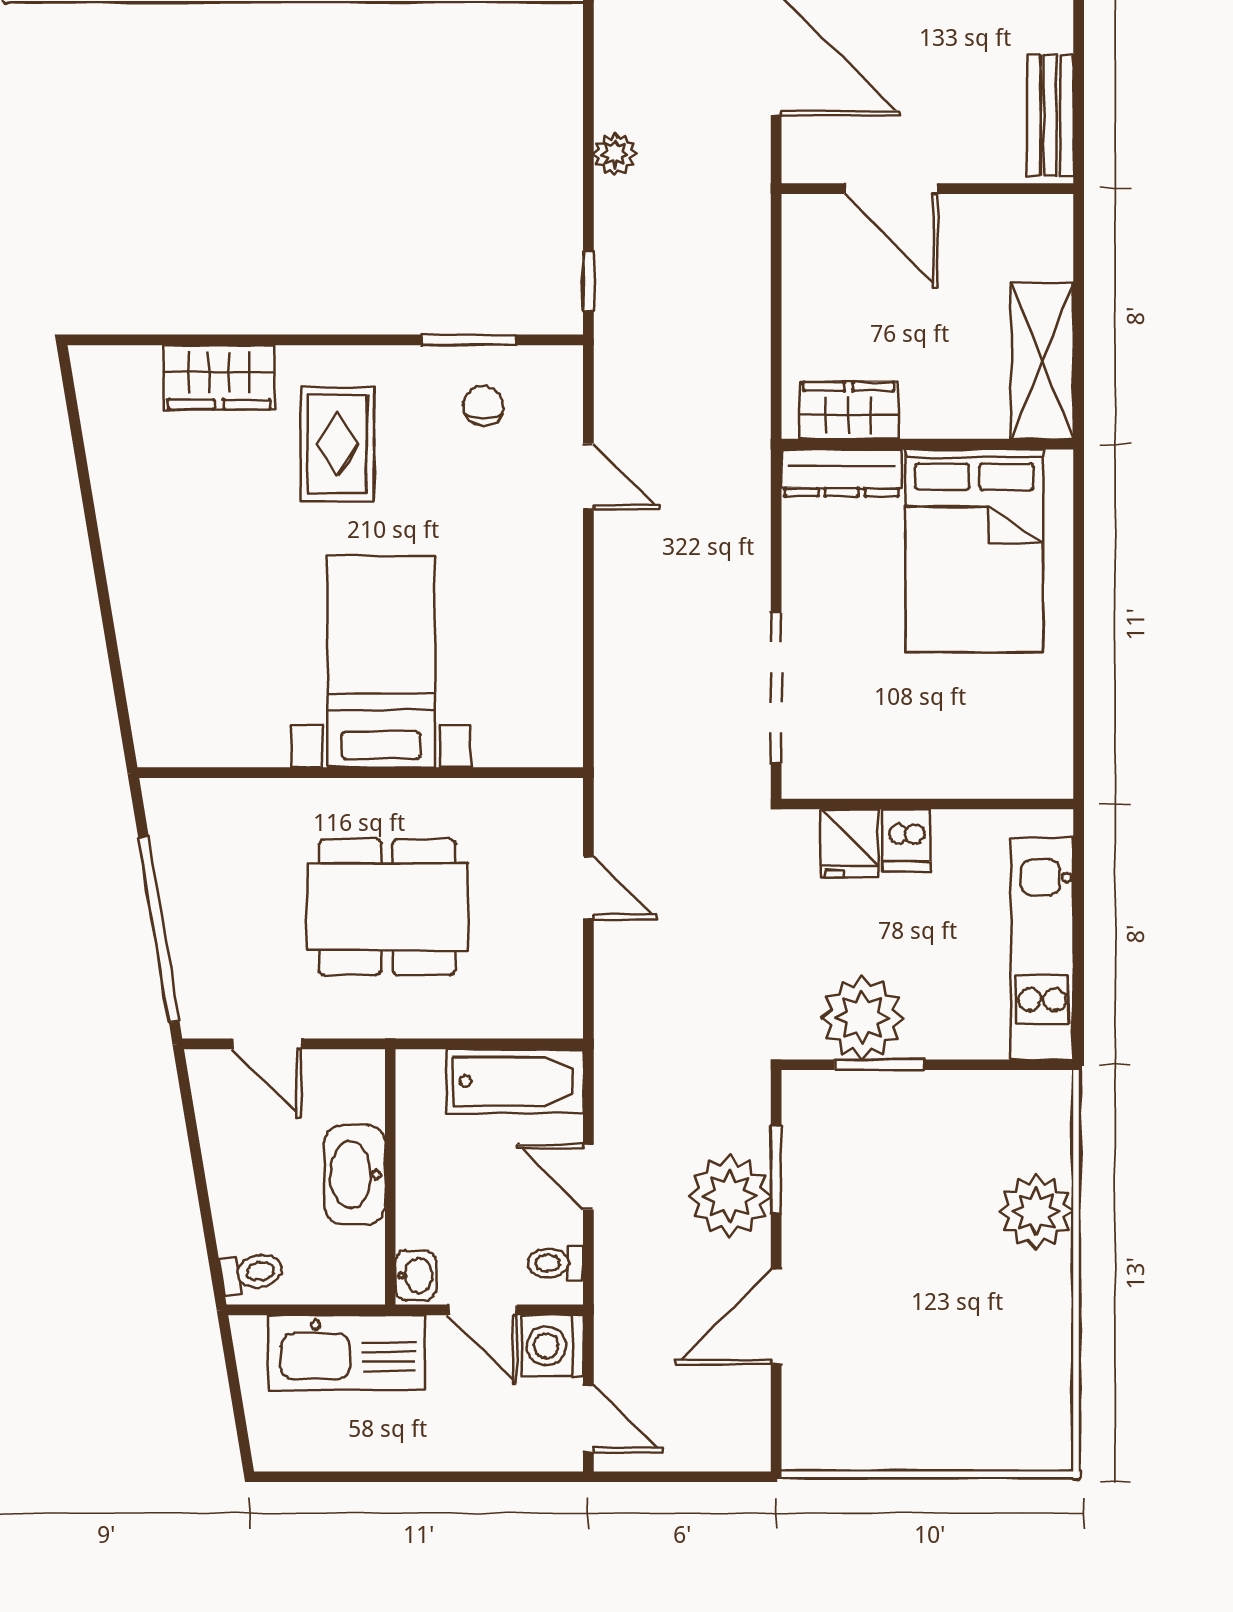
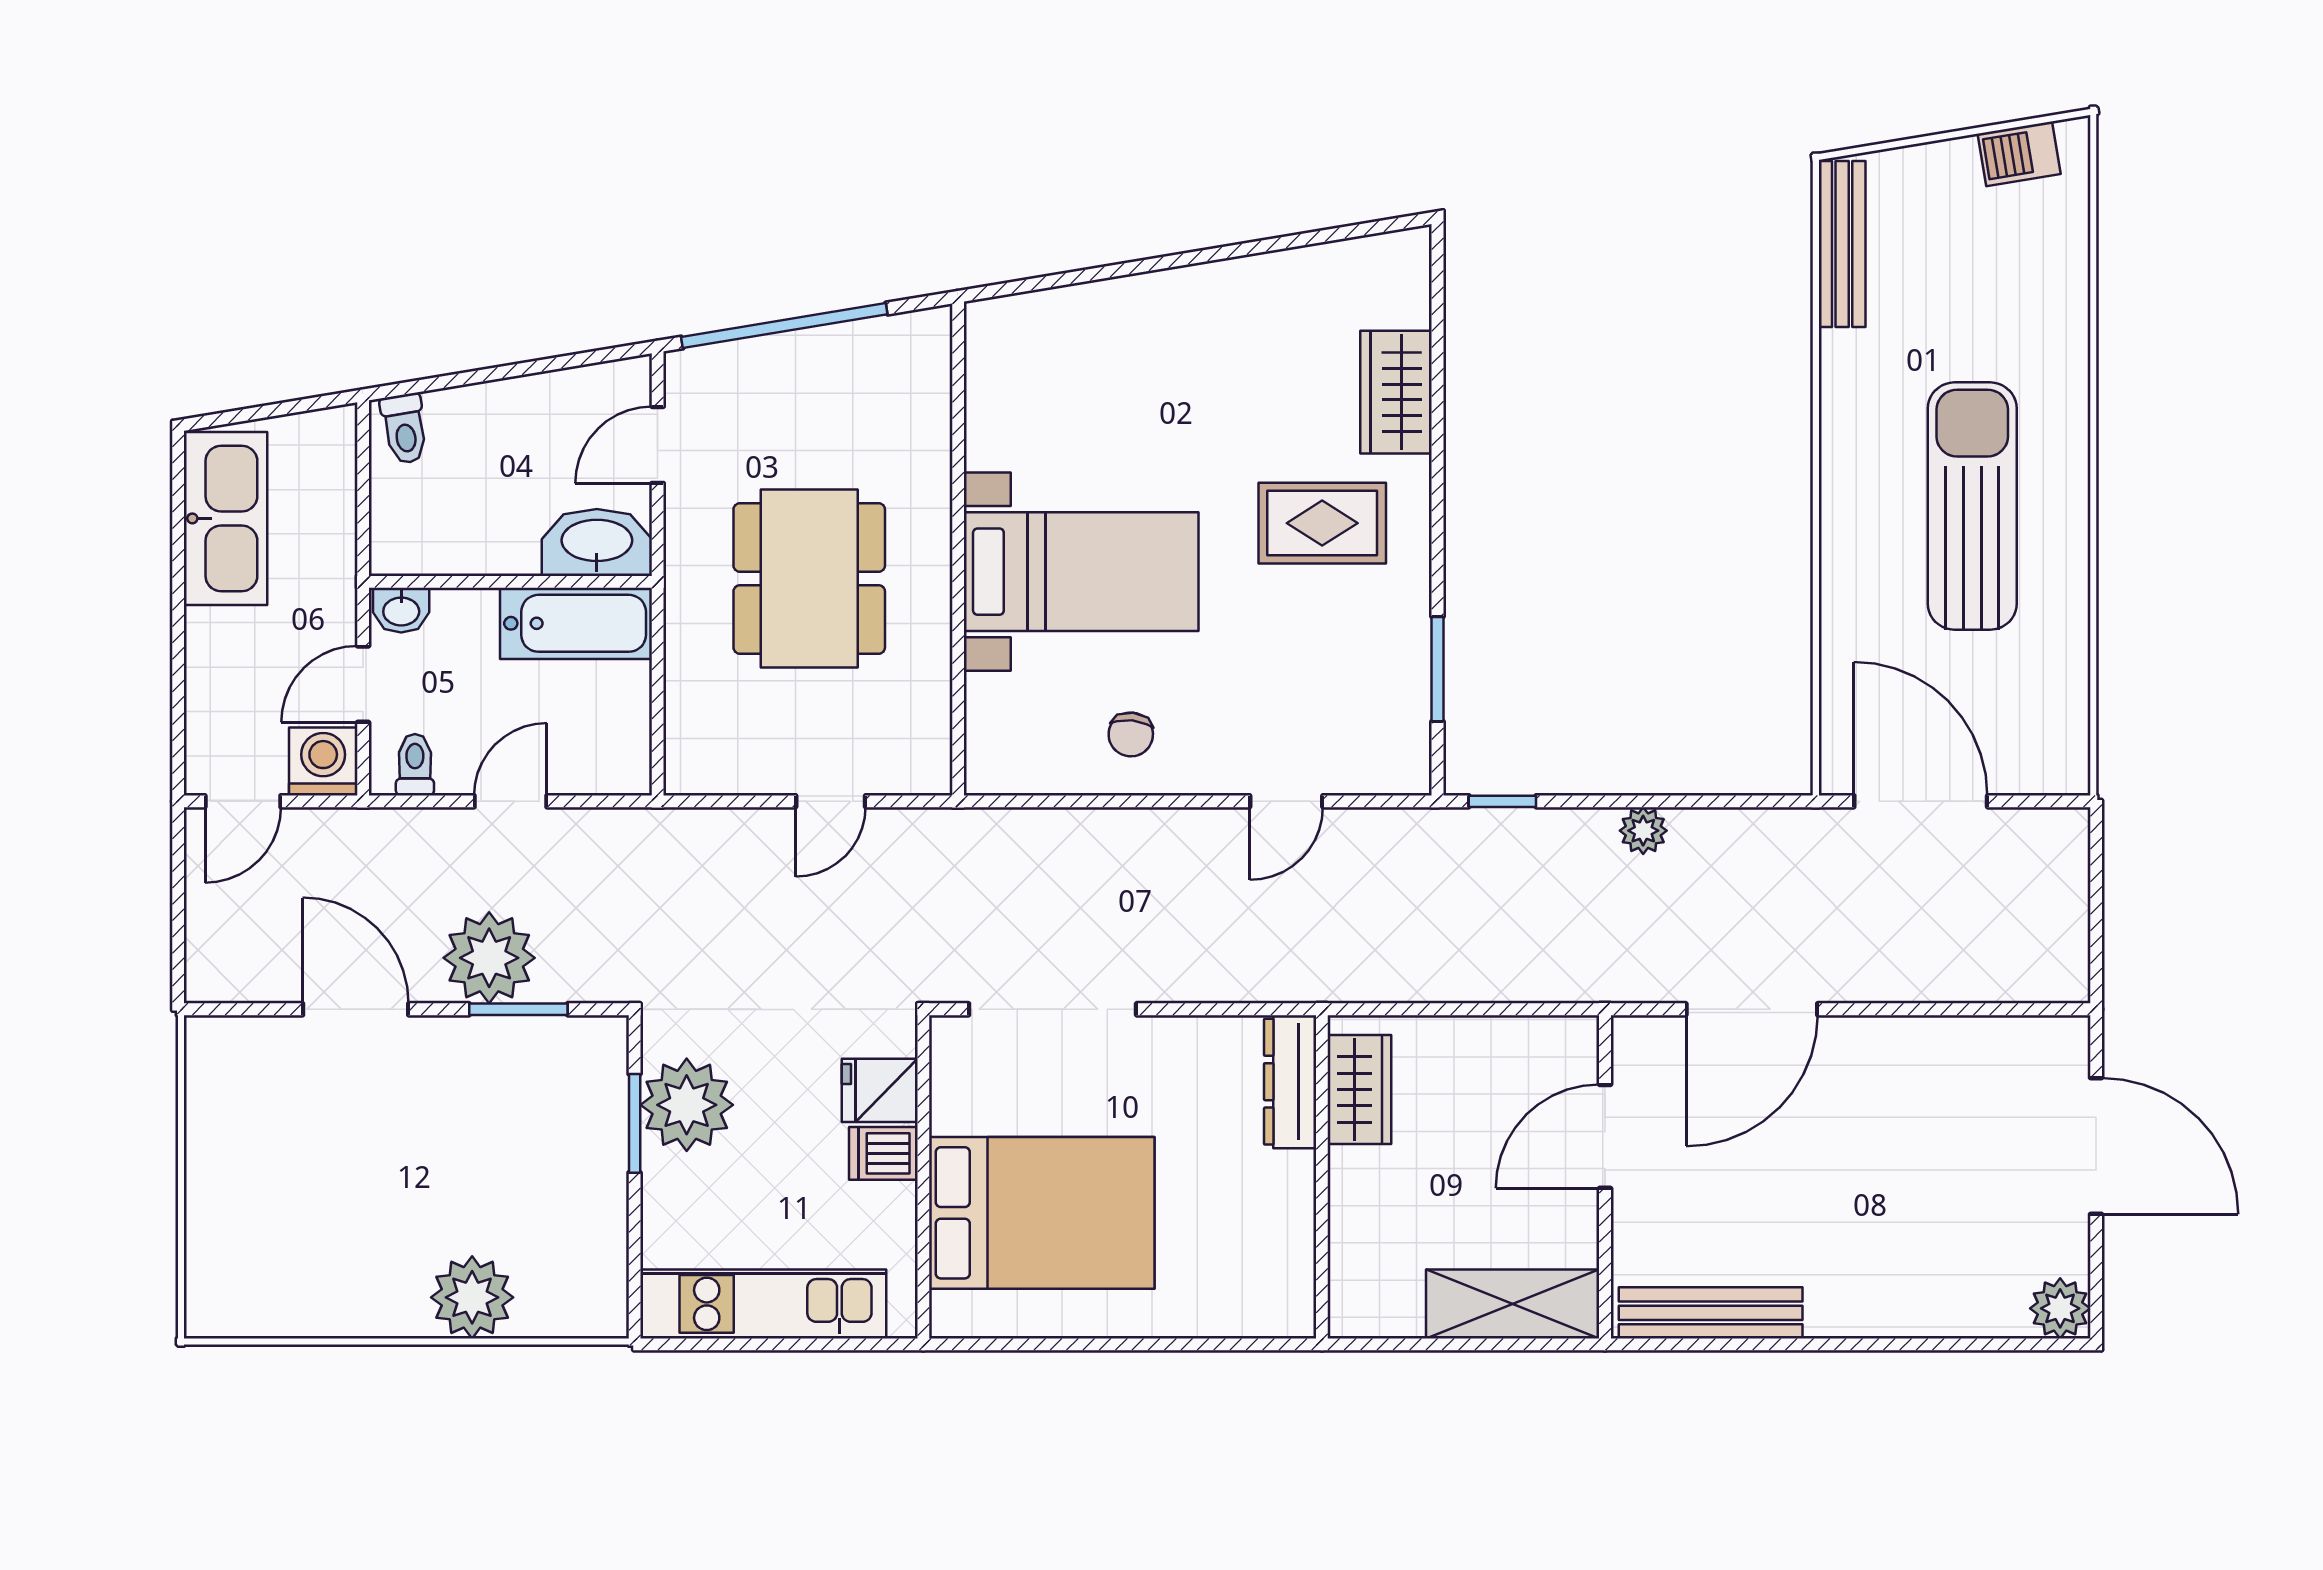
bench: (1050, 115) -> (1711, 1313), width x1.36
shelving: (1042, 361) -> (1513, 1304), moved
chair: (483, 406) -> (1131, 734), moved, turned 96
bed: (974, 551) -> (1042, 1213), moved, turned 180
bathtub: (515, 1081) -> (576, 623), moved, turned -90
washbasin: (355, 1175) -> (597, 542), moved
kitchen sink: (347, 1353) -> (226, 518), moved, turned 180

